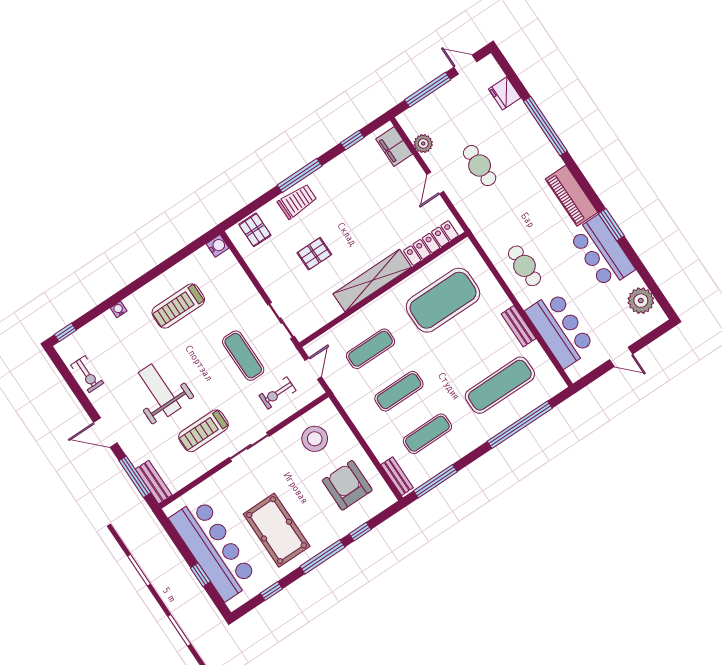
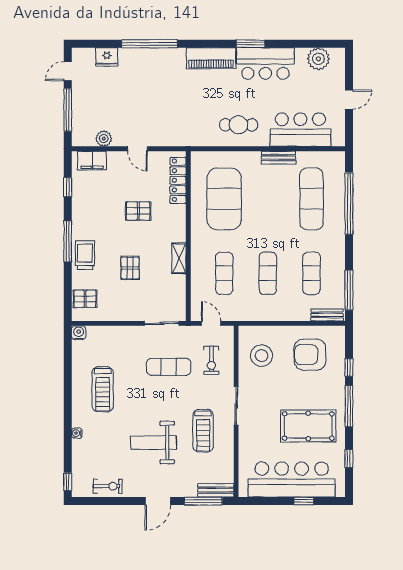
cafe table: (480, 166) -> (146, 109), removed
pallet: (375, 224) -> (138, 211), added
shelving: (372, 280) -> (179, 258), width x0.45, depth x0.75

